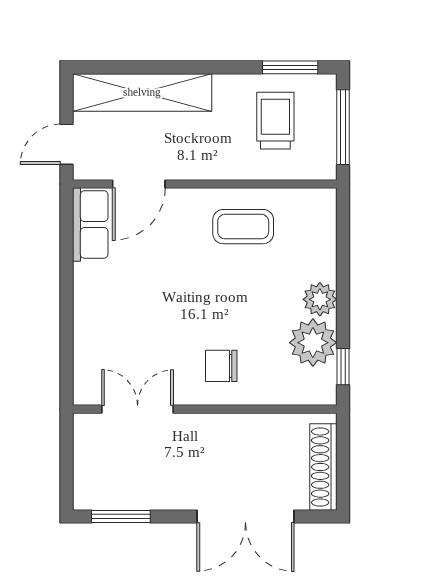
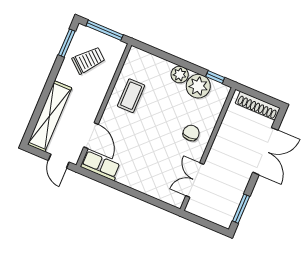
trolley: (275, 121) -> (88, 60), turned 131
chair: (221, 366) -> (191, 133), turned 180

